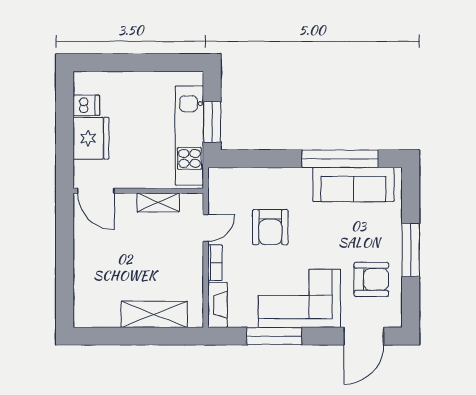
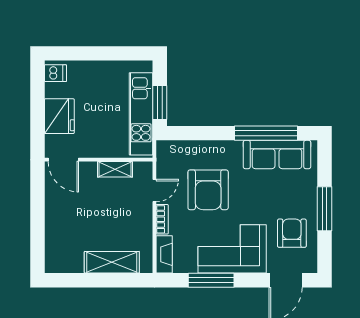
dishwasher: (86, 105) -> (55, 73), moved
armchair: (270, 227) -> (208, 190), width x1.36, depth x1.36
armchair: (371, 279) -> (292, 233), turned -90

